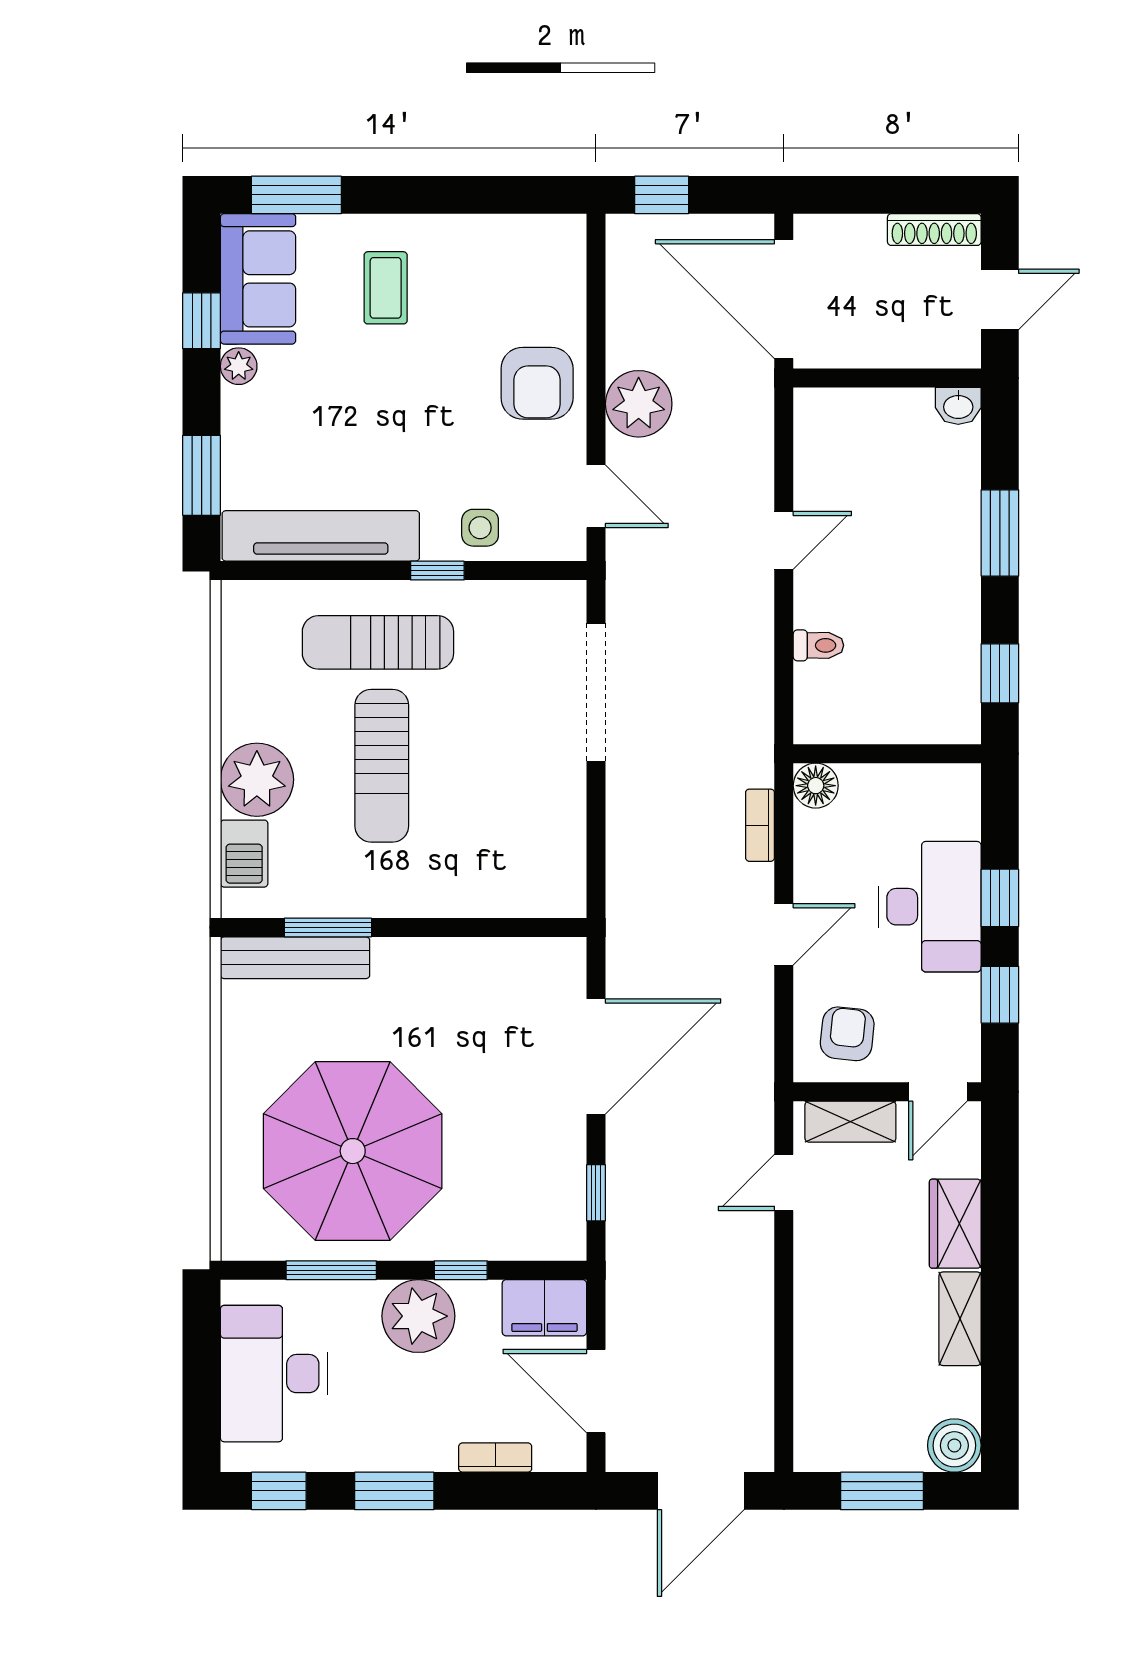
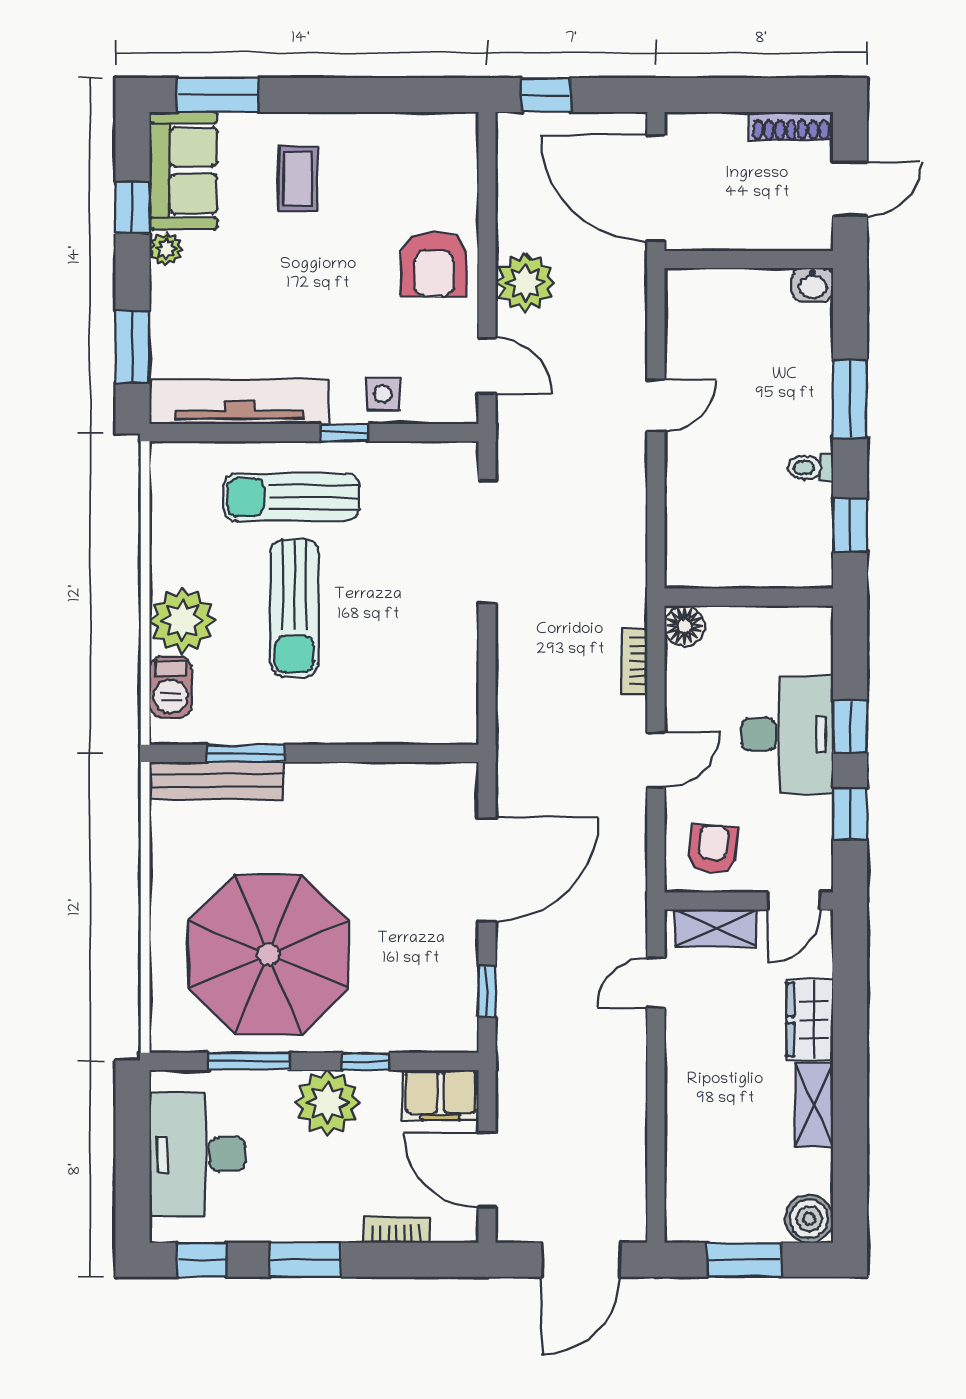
toilet: (818, 645) -> (810, 468), moved, turned 180

